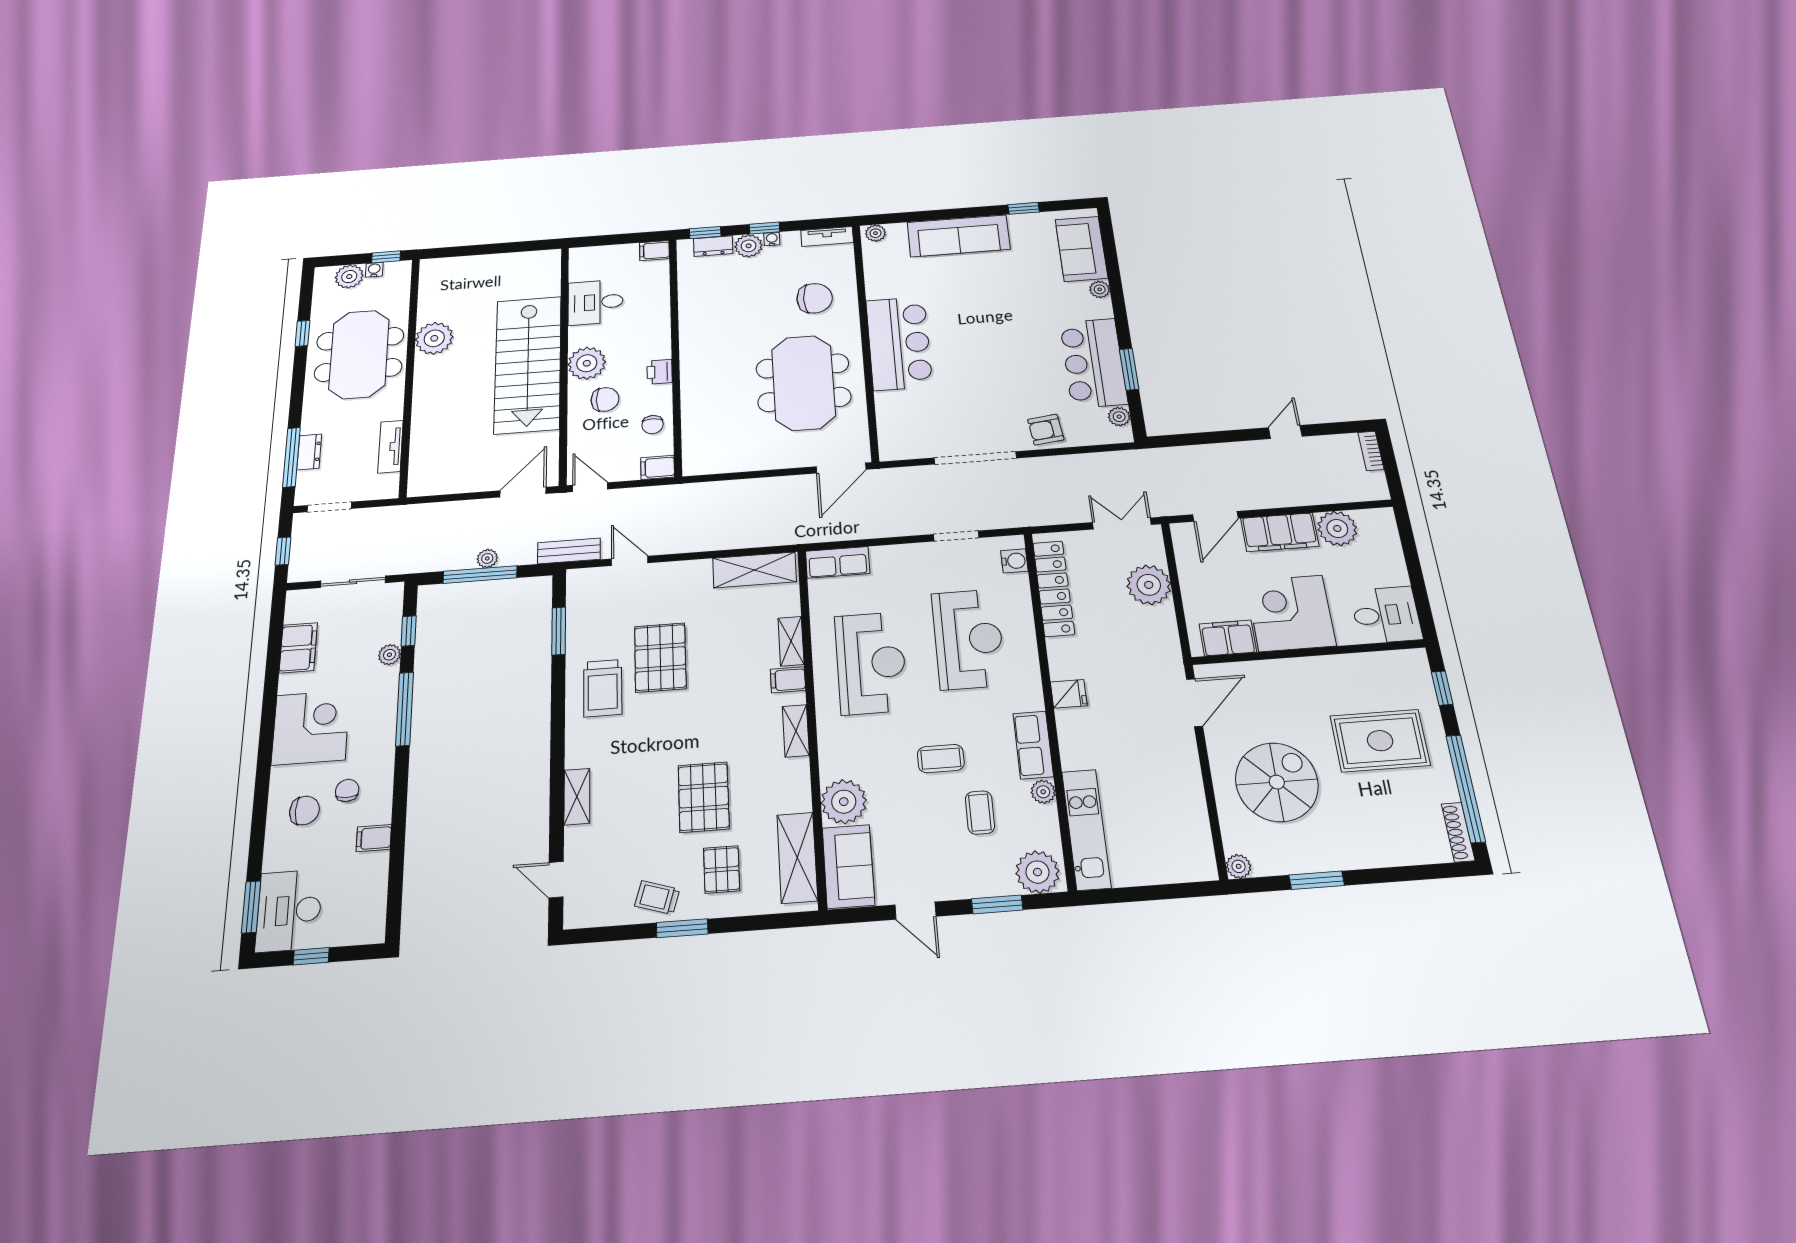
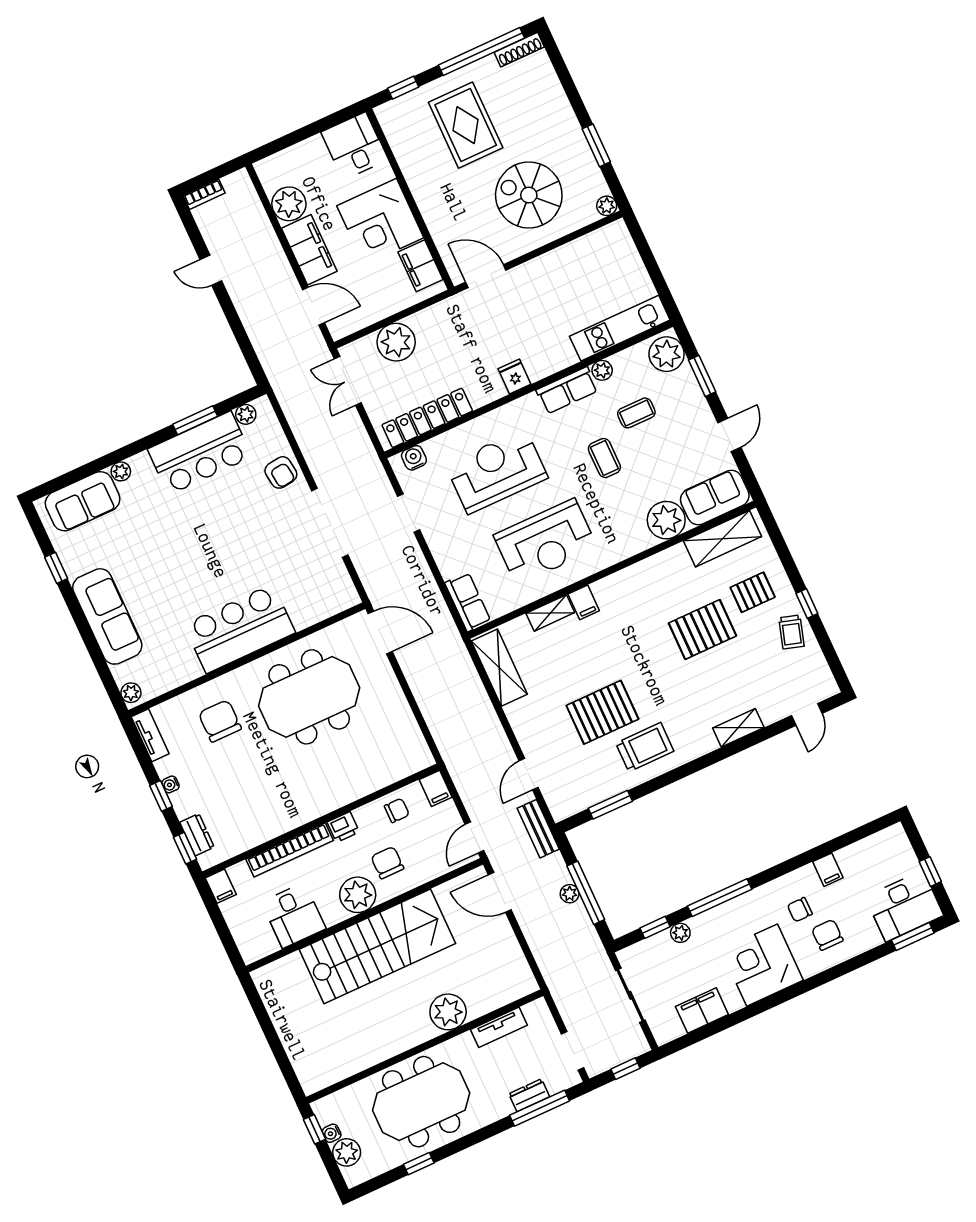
plant: (749, 246) -> (185, 803), removed
bookcase: (660, 319) -> (290, 850), added
plant: (434, 338) -> (448, 1012), moved
reception desk: (871, 663) -> (545, 542), turned 180
shelving: (796, 731) -> (623, 579), removed
window: (682, 928) -> (807, 603), width x0.67

